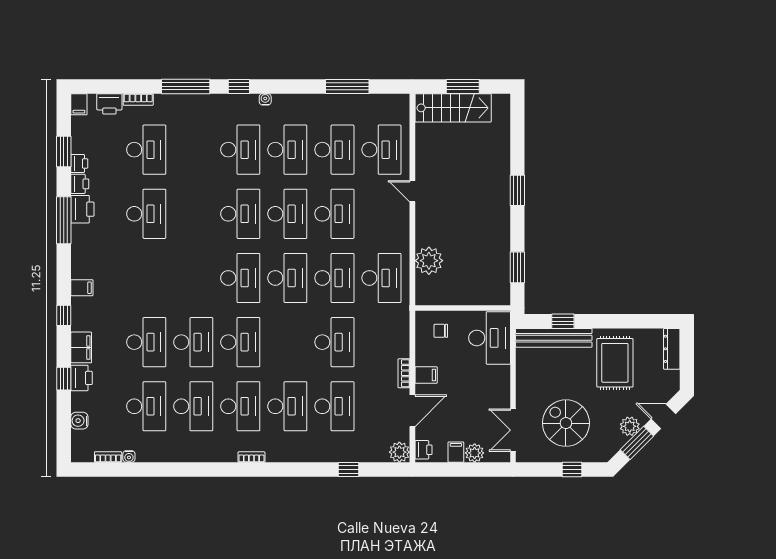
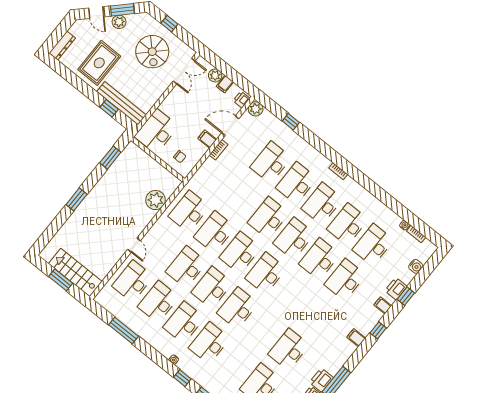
desk: (334, 342) -> (268, 218), moved
filing cabinet: (81, 347) -> (383, 305), width x0.50

